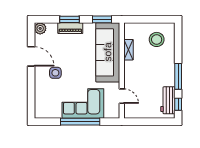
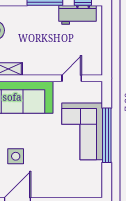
side table: (55, 73) -> (16, 156), moved

